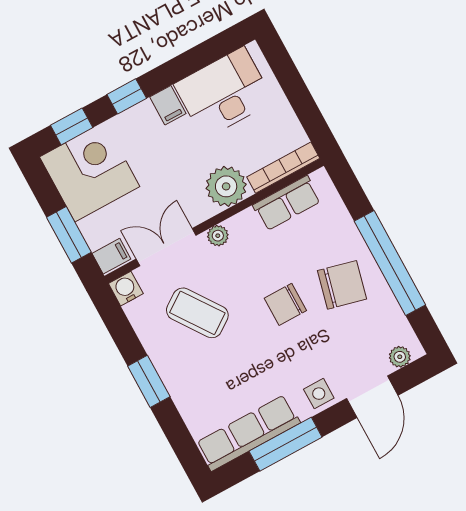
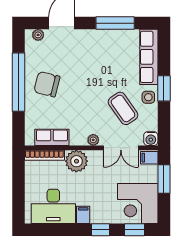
chair: (285, 304) -> (79, 90), removed
side table: (319, 394) -> (148, 97), moved
row of seats: (248, 433) -> (149, 57), moved, turned 90

